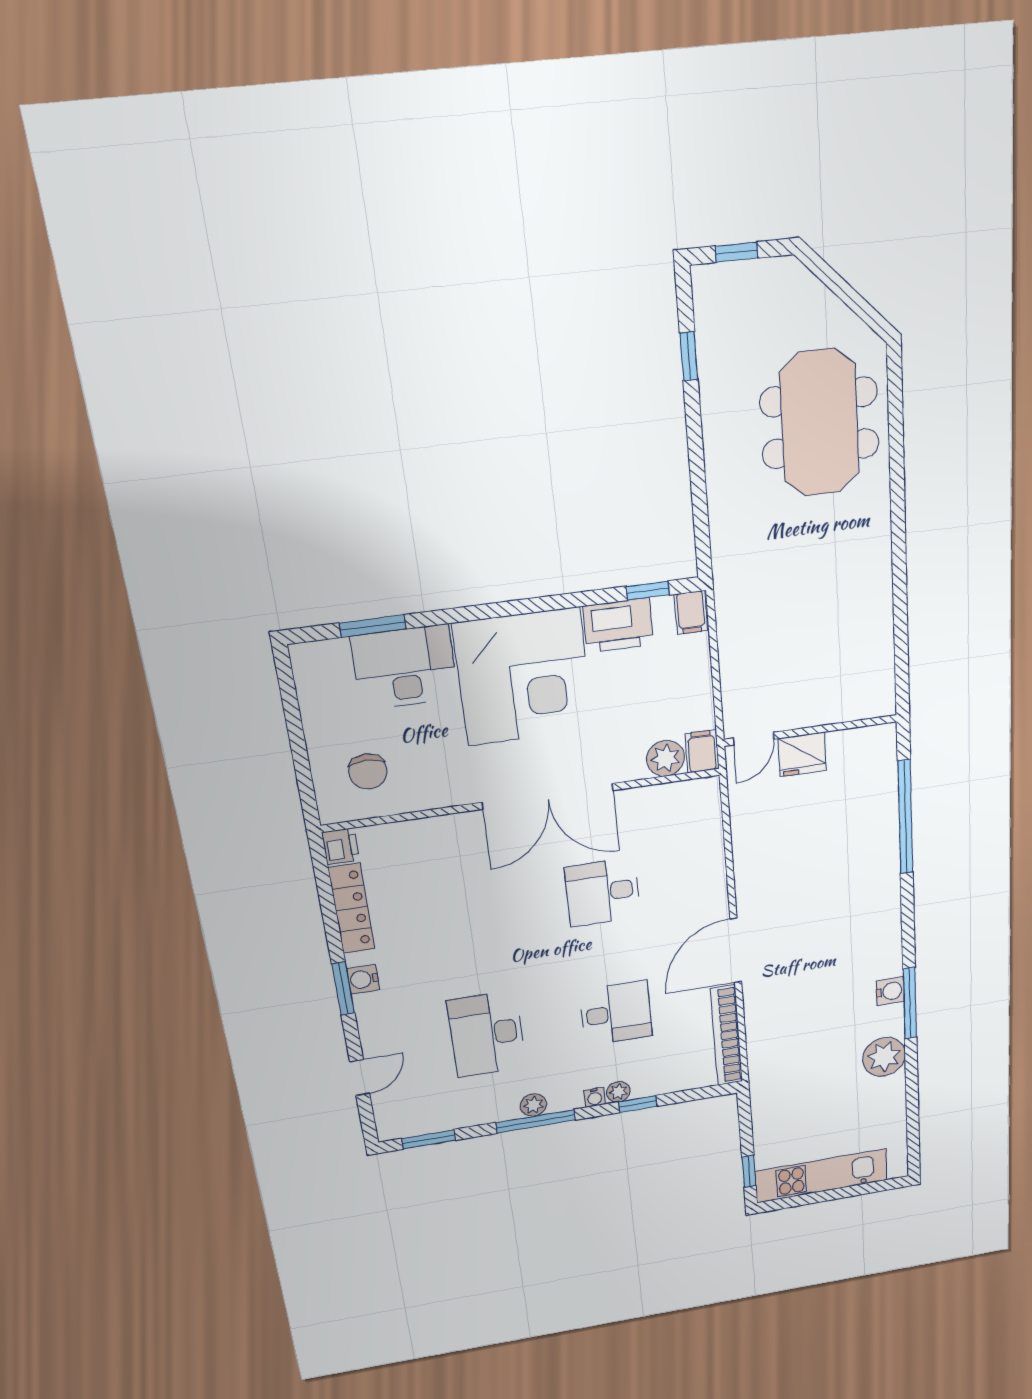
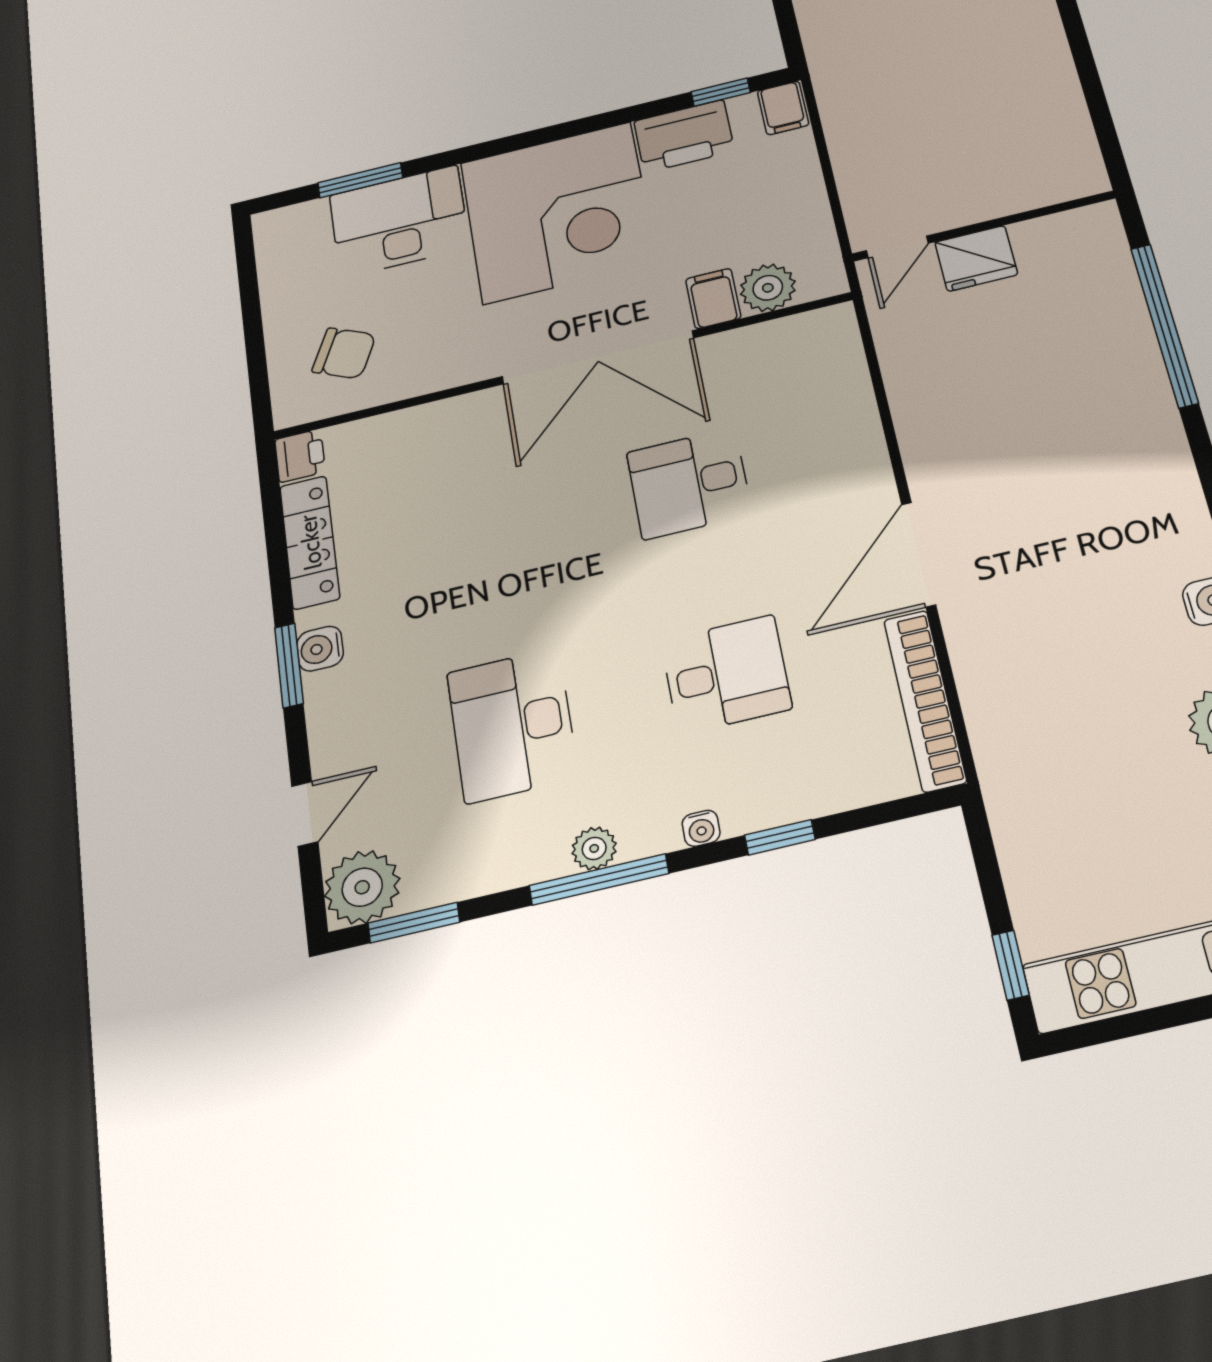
filing cabinet: (702, 751) -> (713, 298), moved
chair: (368, 771) -> (344, 353), turned -65
plant: (618, 1092) -> (362, 887), moved, width x1.88, depth x1.88

